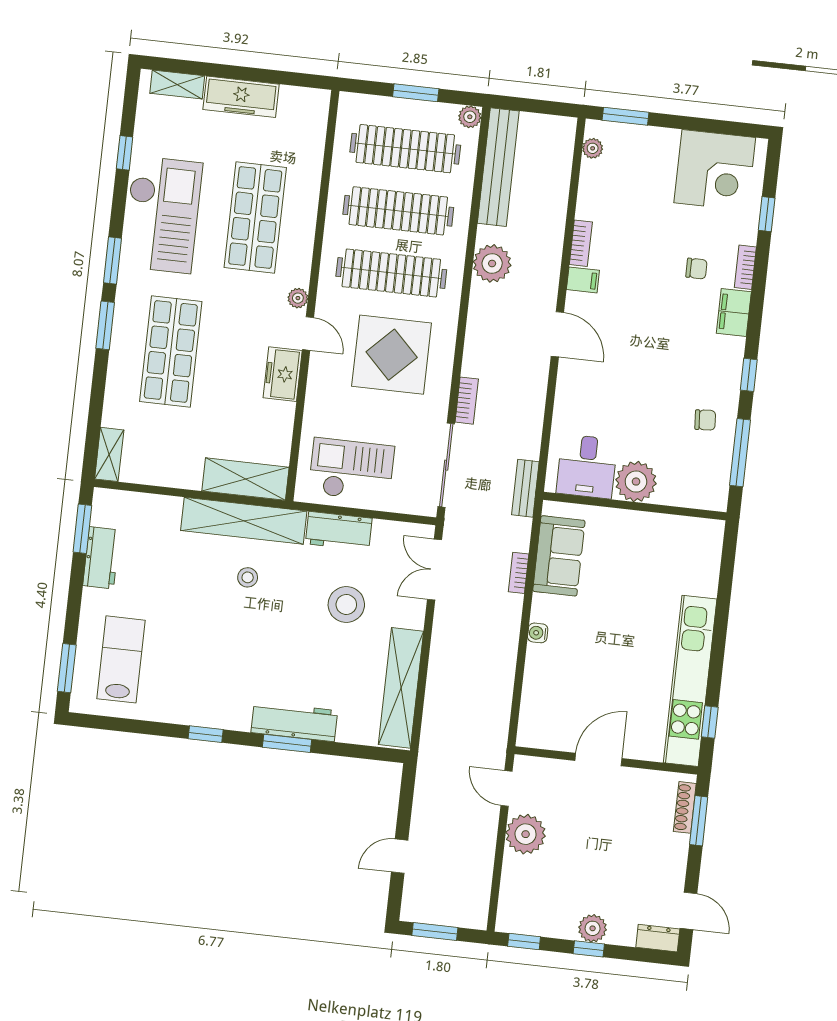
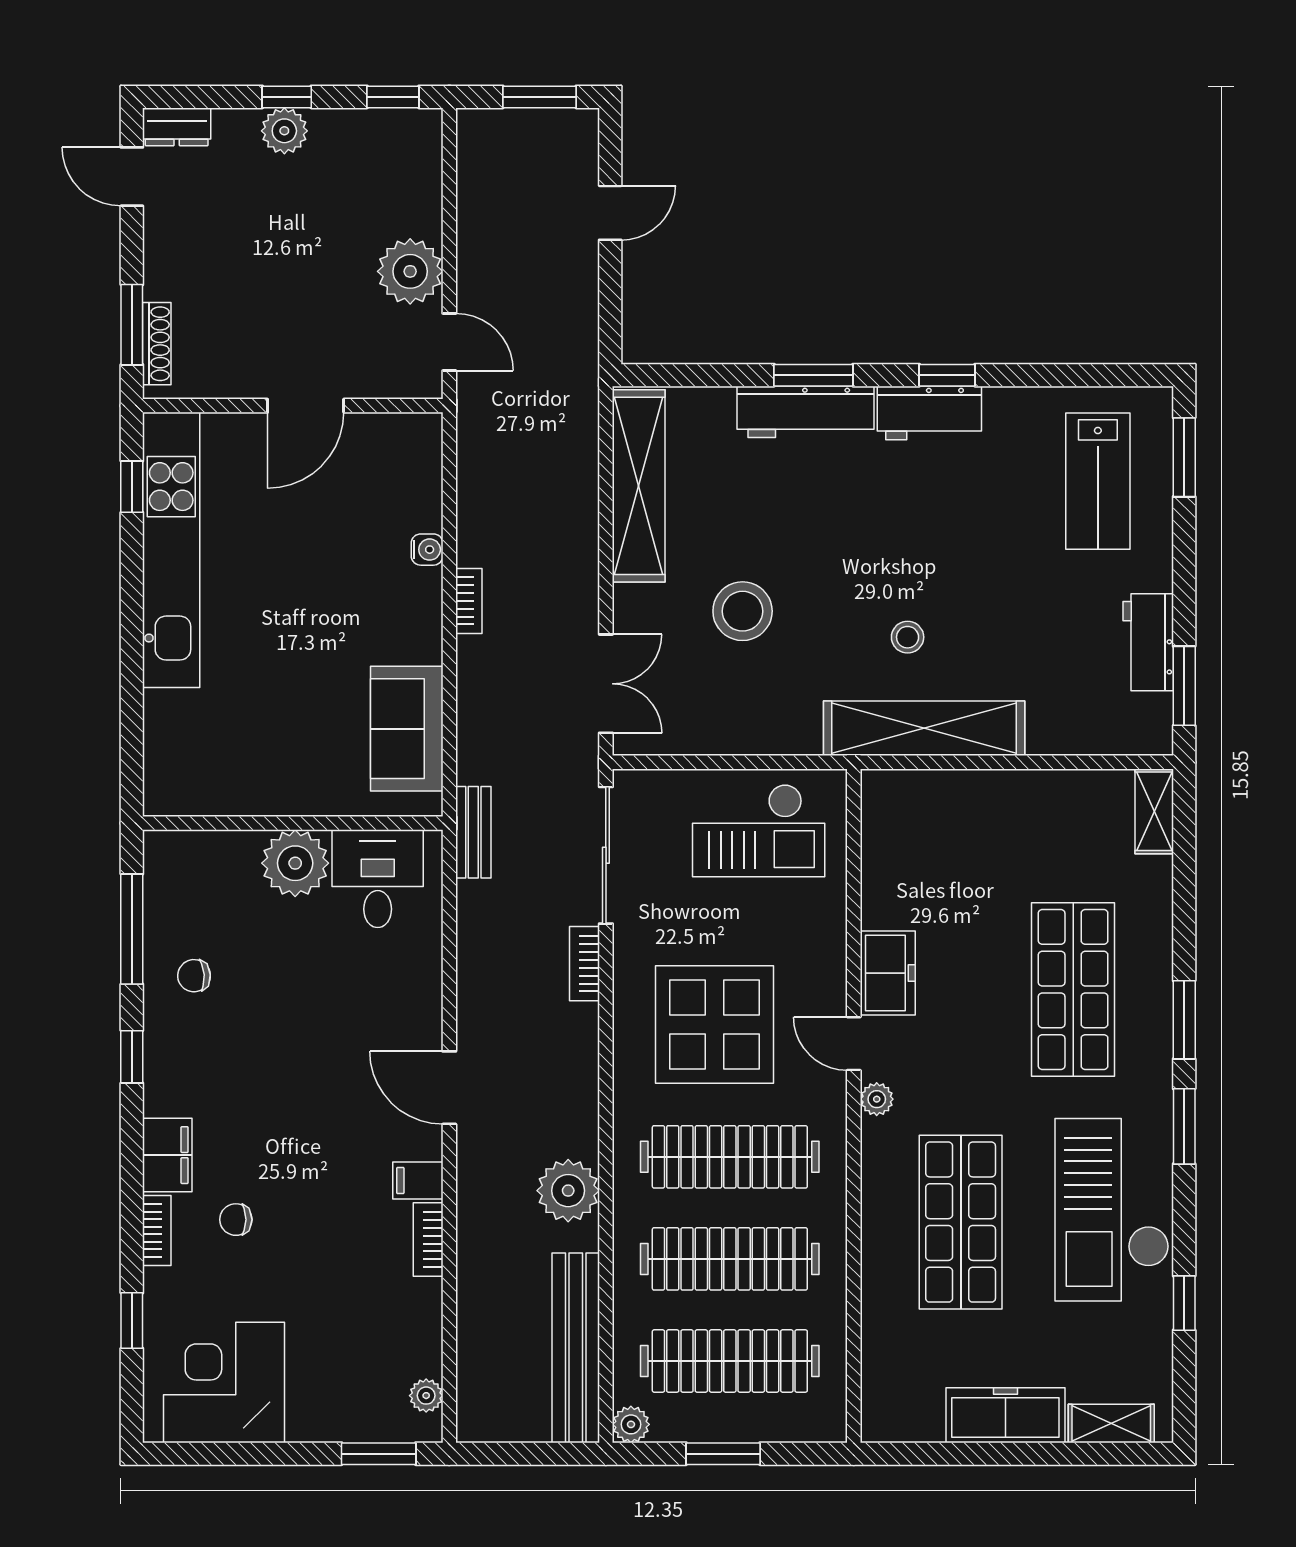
shelving: (245, 479) -> (929, 796), removed
workbench: (339, 531) -> (929, 413), moved, turned 180
bookcase: (519, 573) -> (469, 601), moved
water cooler: (538, 633) -> (427, 550), moved

